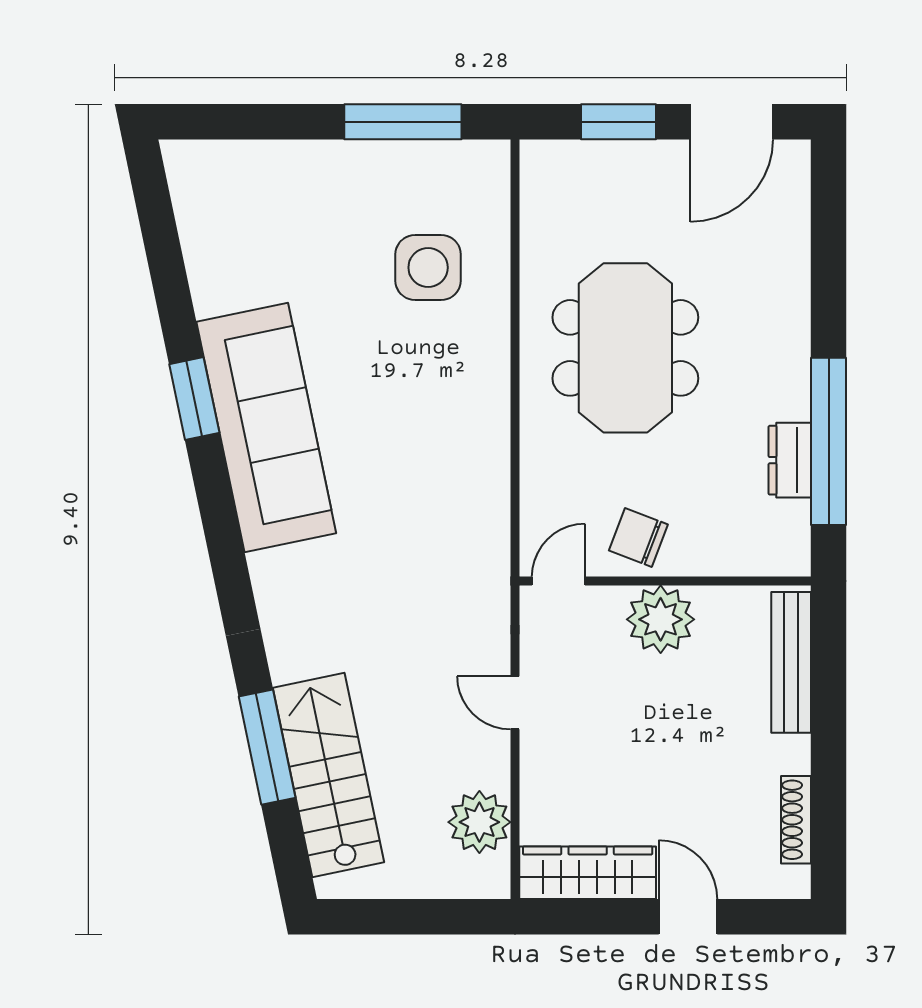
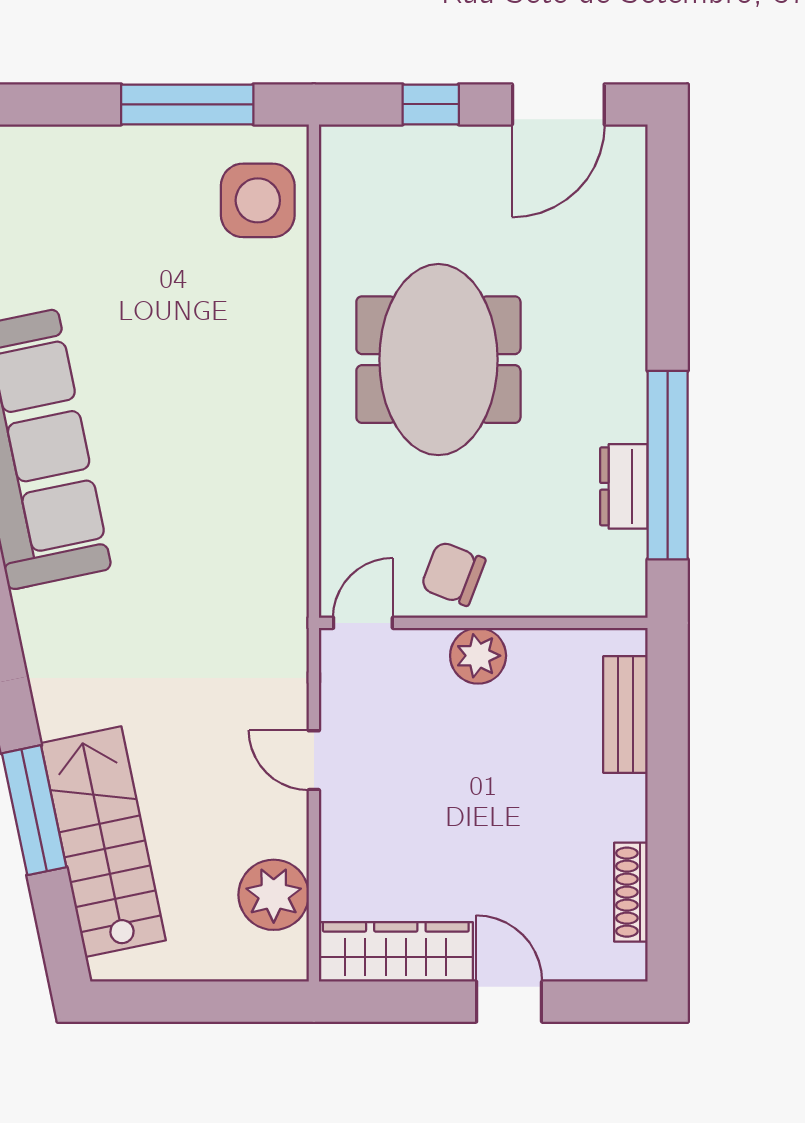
window: (619, 122) -> (431, 104), width x0.67
side table: (428, 268) -> (258, 200), moved
plant: (661, 619) -> (478, 656), width x0.73, depth x0.73
bench: (791, 662) -> (625, 715), width x0.73

